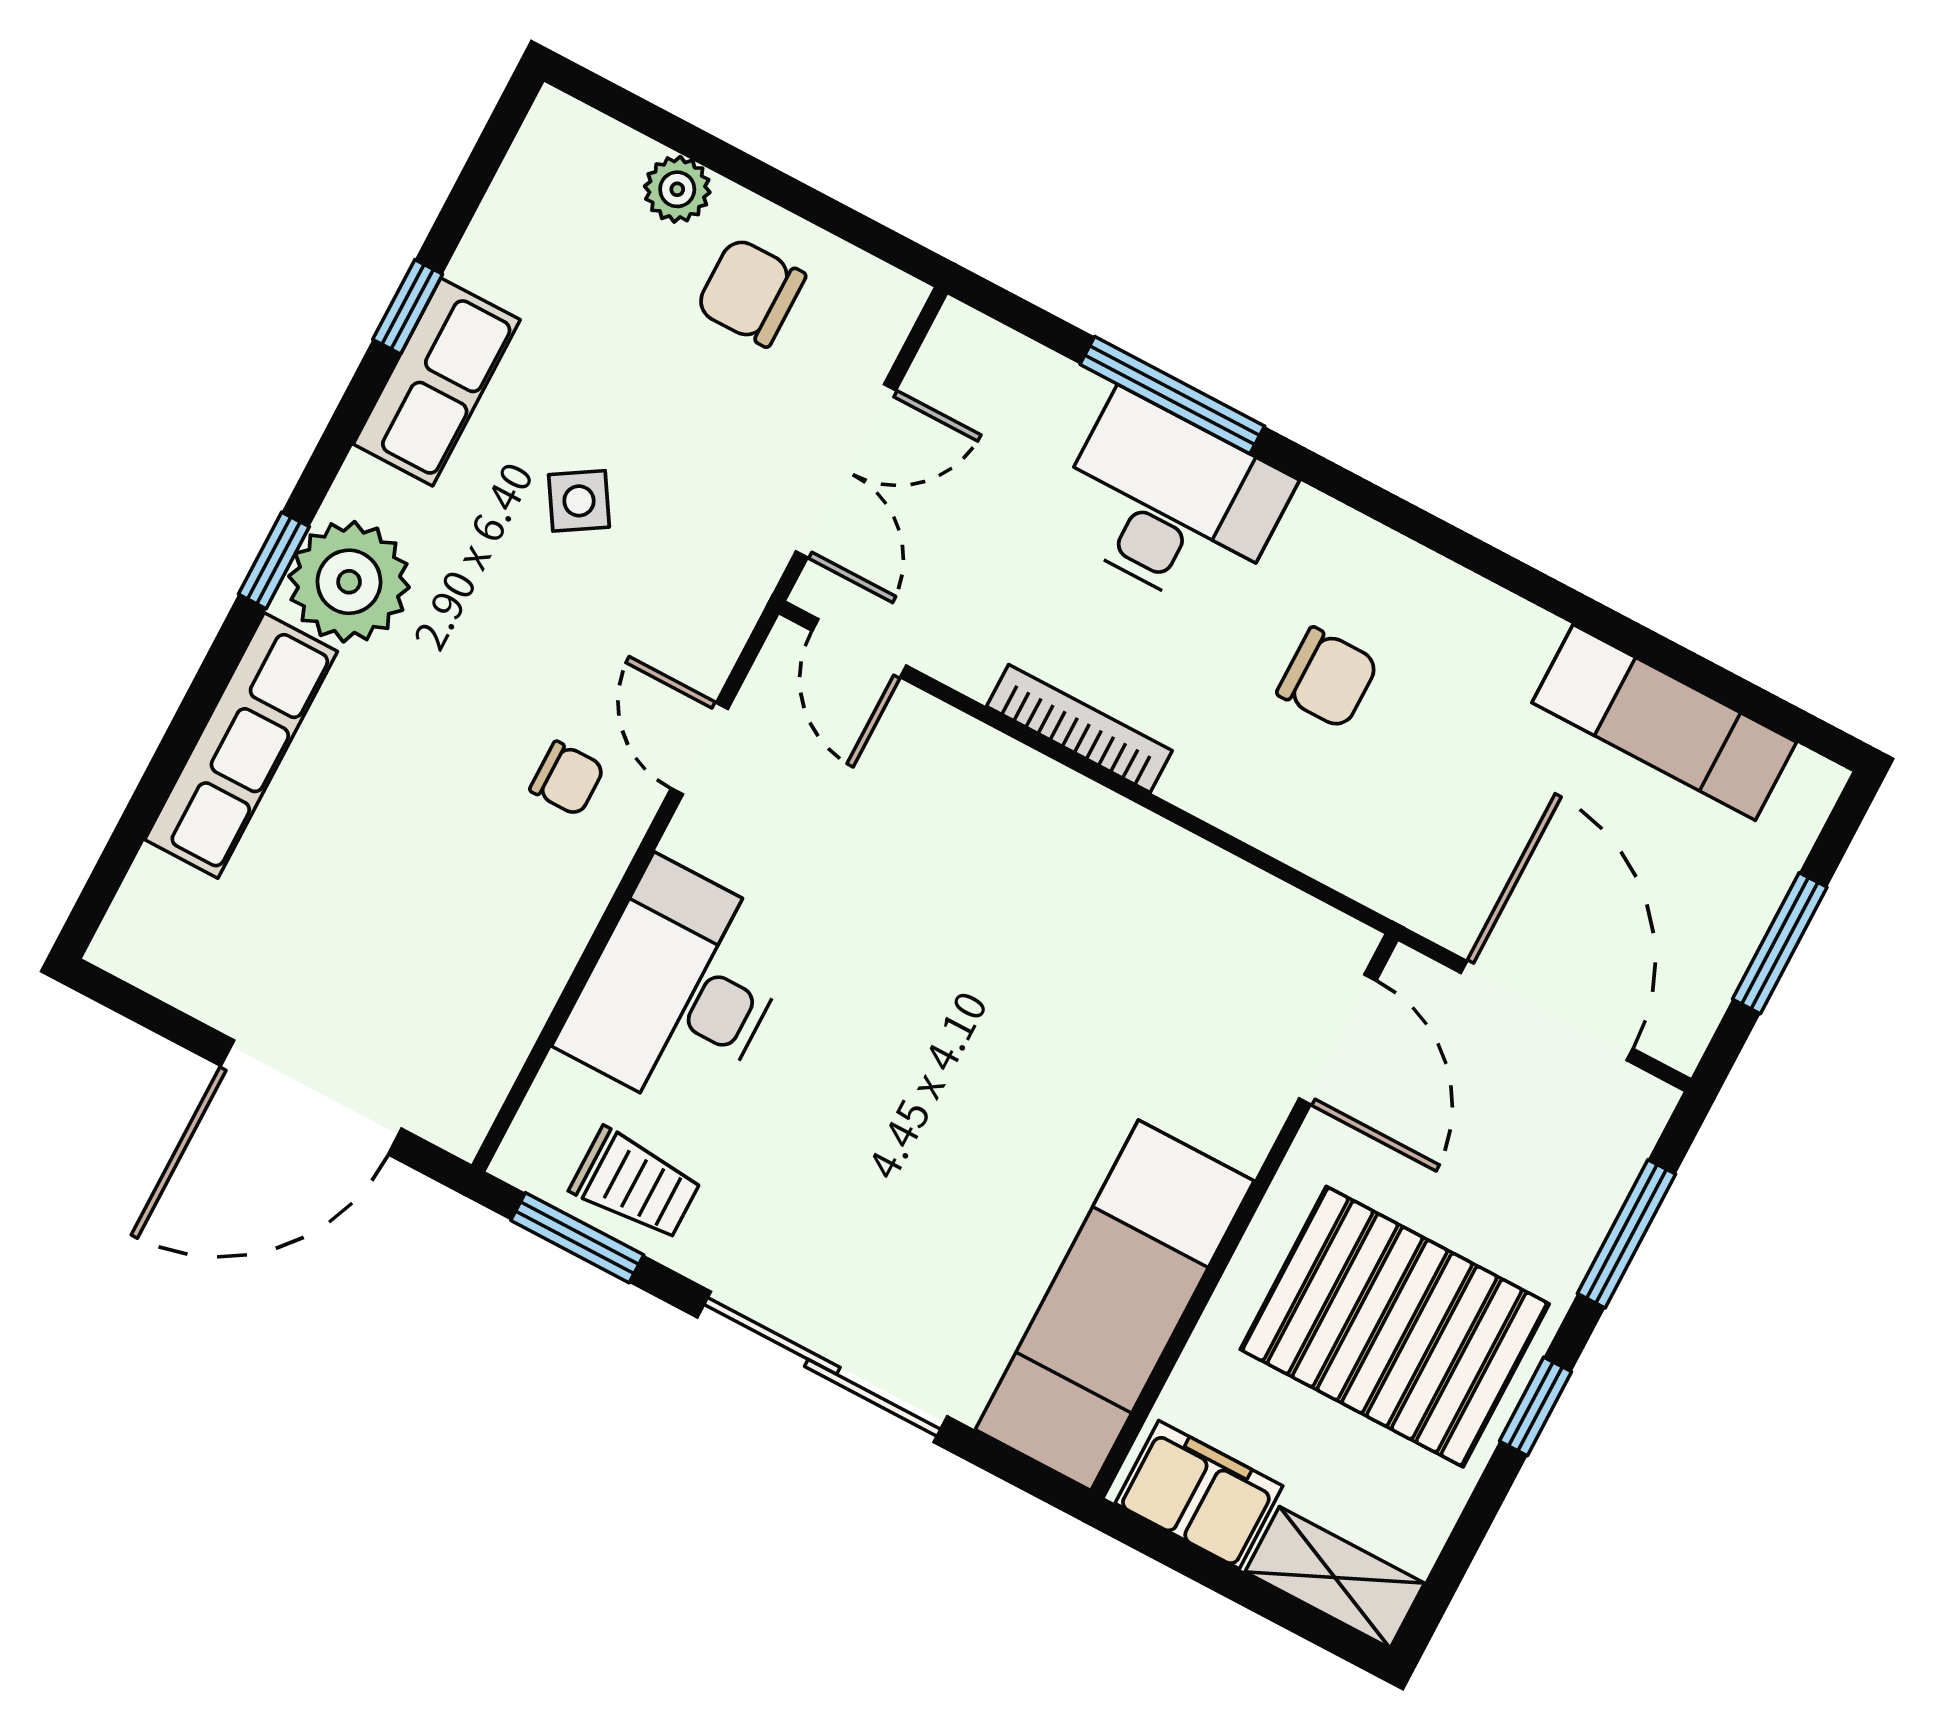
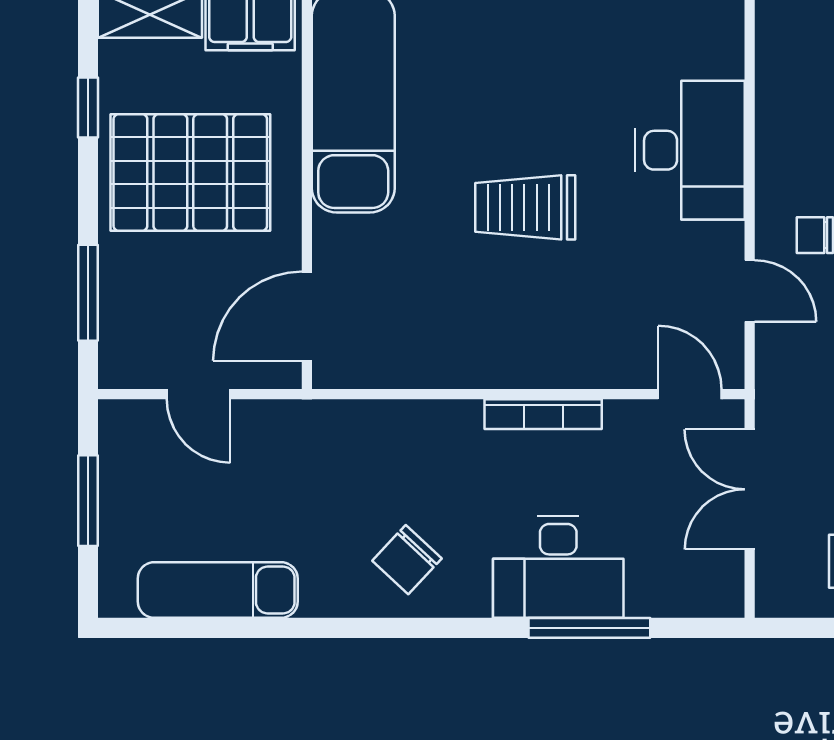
chair: (1328, 678) -> (407, 560), moved, turned -47
door: (1547, 1011) -> (198, 394), width x0.53
door: (1338, 1040) -> (307, 316), hinge flipped
trolley: (636, 1184) -> (525, 207), moved, width x1.36, depth x1.39
window: (1535, 1406) -> (88, 107), moved

